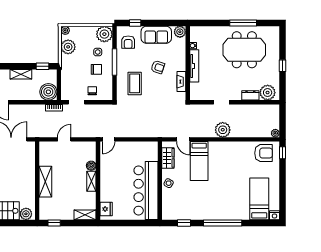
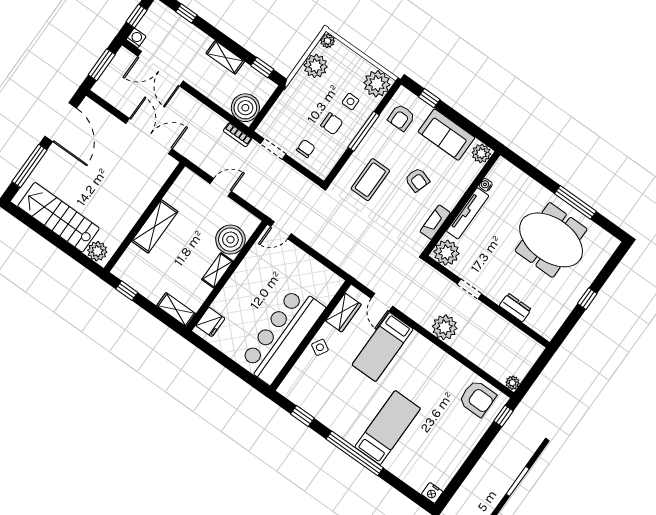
plant: (268, 93) -> (446, 253), moved
boiler: (91, 166) -> (230, 240), width x1.86, depth x1.86
bed: (259, 199) -> (388, 428), moved

